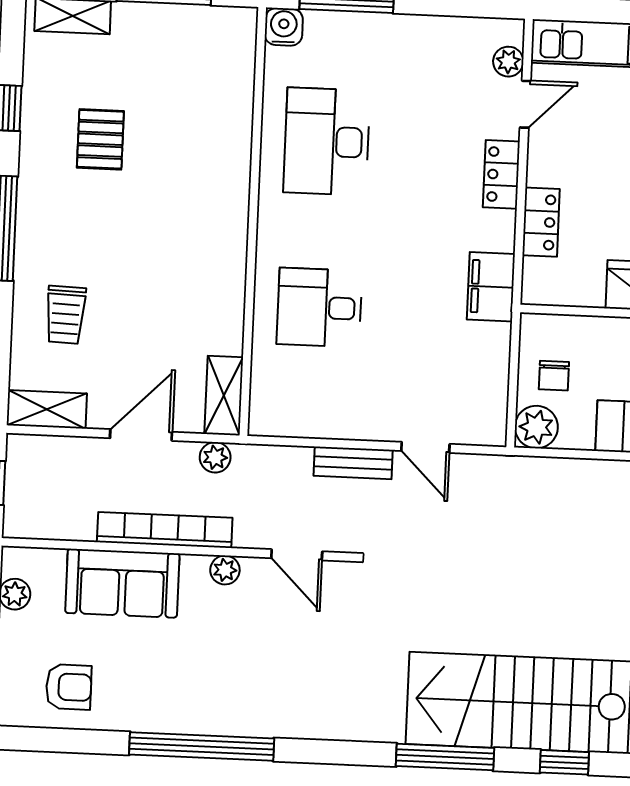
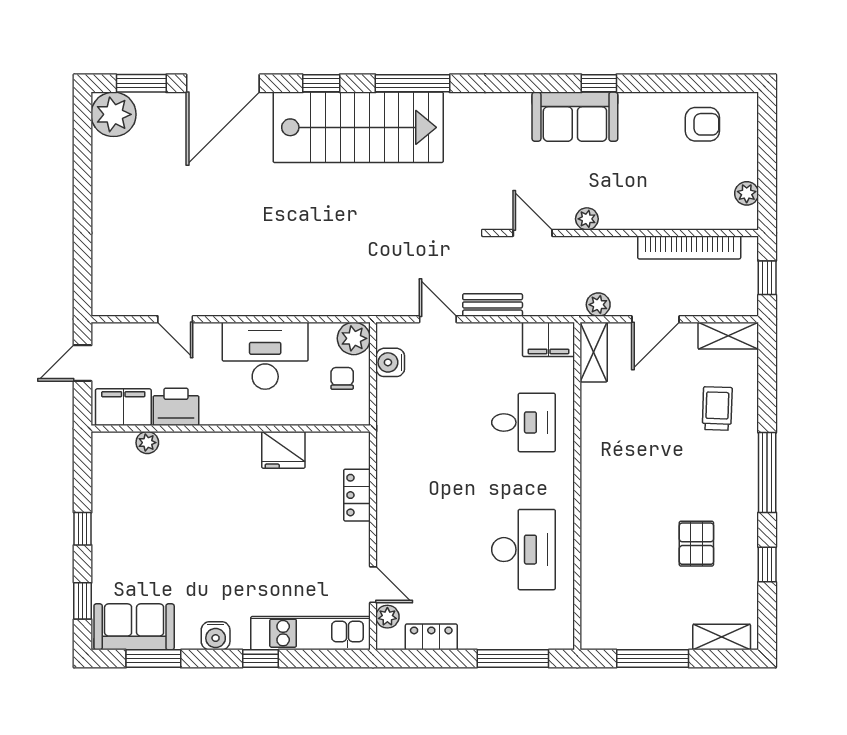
water cooler: (284, 27) -> (390, 362), moved, turned 90
door: (525, 104) -> (373, 585), swing flipped
locker: (501, 174) -> (431, 637), moved, turned -90
filing cabinet: (491, 287) -> (548, 339), moved, turned 90
bookcase: (165, 530) -> (689, 247), moved
sofa: (122, 583) -> (575, 117), moved, turned 180
armchair: (69, 687) -> (702, 124), turned 180
window: (202, 746) -> (599, 83), width x0.32

